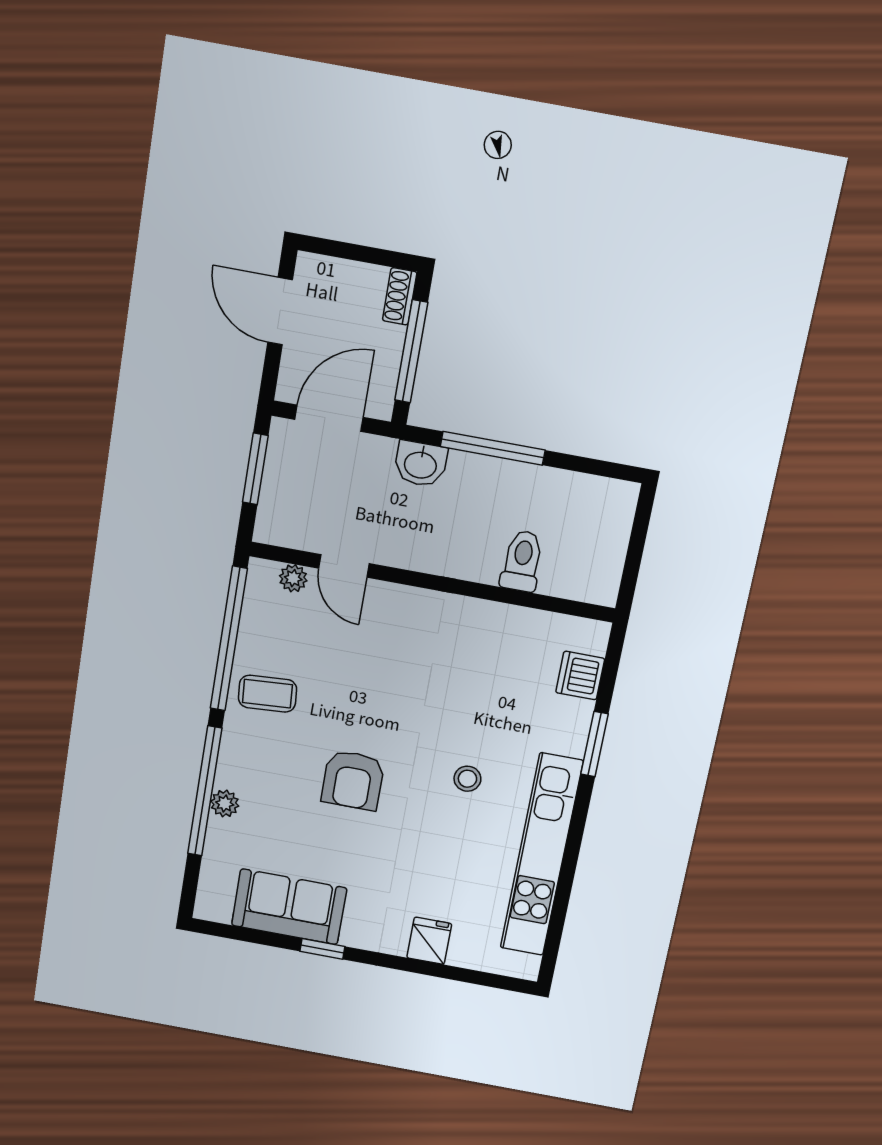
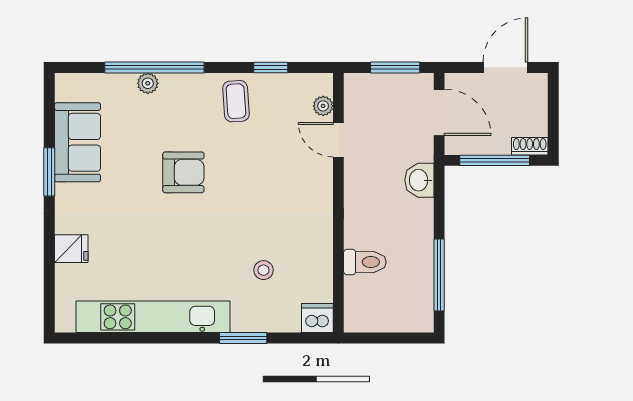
window: (493, 448) -> (439, 275), moved
door: (344, 566) -> (338, 140), hinge flipped
window: (229, 639) -> (271, 67), width x0.32
dishwasher: (580, 676) -> (317, 318), moved
stool: (467, 779) -> (264, 270), moved
armchair: (353, 780) -> (183, 172), turned 180
window: (322, 949) -> (49, 172), width x1.50

